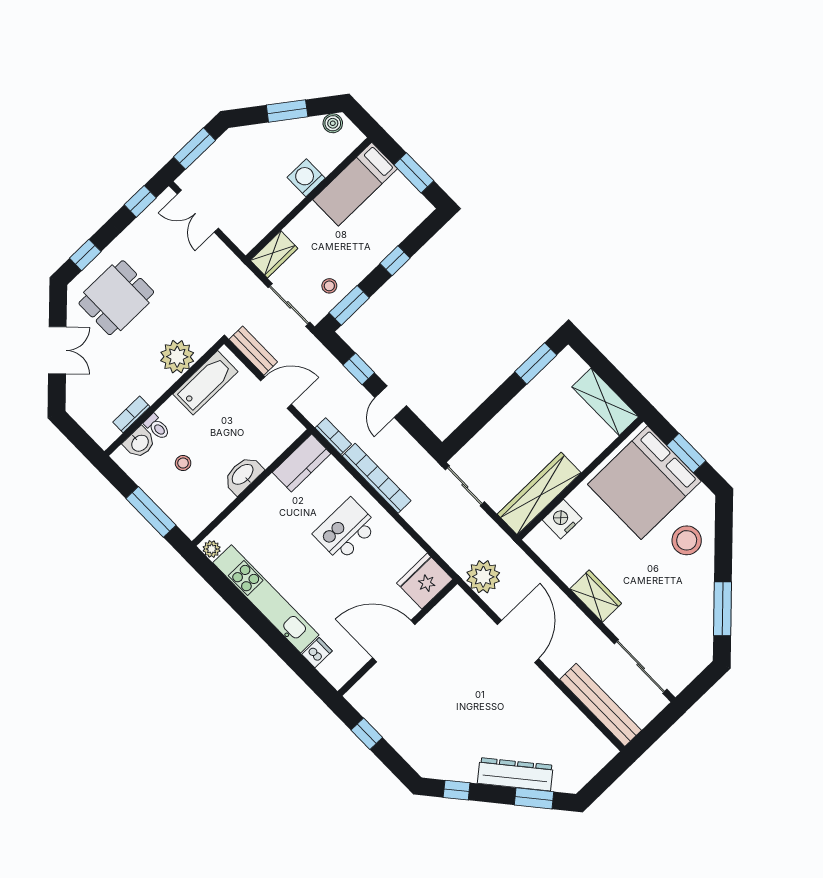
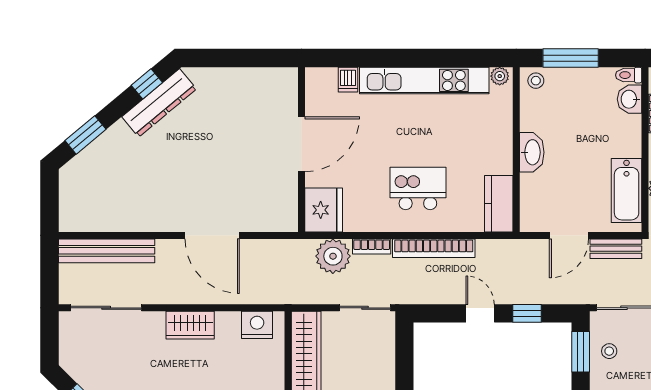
toilet: (157, 427) -> (629, 75), moved
bookcase: (333, 436) -> (372, 246), moved
stool: (183, 463) -> (536, 81), moved
nightstand: (562, 519) -> (257, 325), moved, turned -90
kitchen island: (346, 530) -> (418, 188), turned -90
plant: (483, 577) -> (333, 256), moved
window: (367, 734) -> (253, 58), removed
dresser: (515, 774) -> (159, 103), moved

